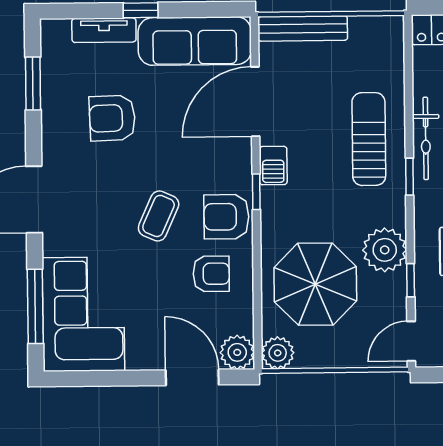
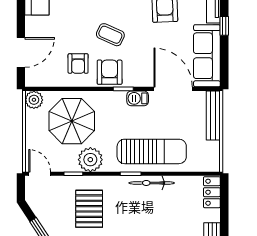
sun lounger: (369, 139) -> (152, 151), width x1.36, depth x1.34
plant: (237, 352) -> (34, 77), removed

